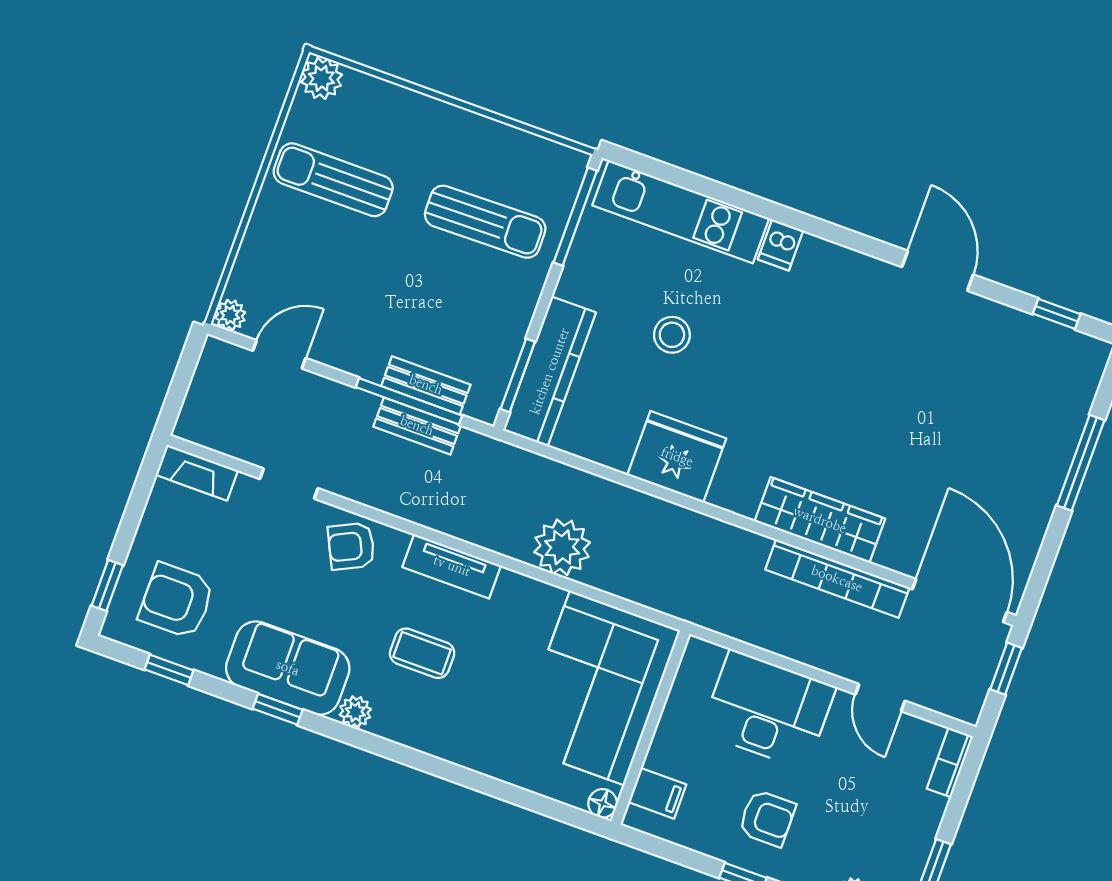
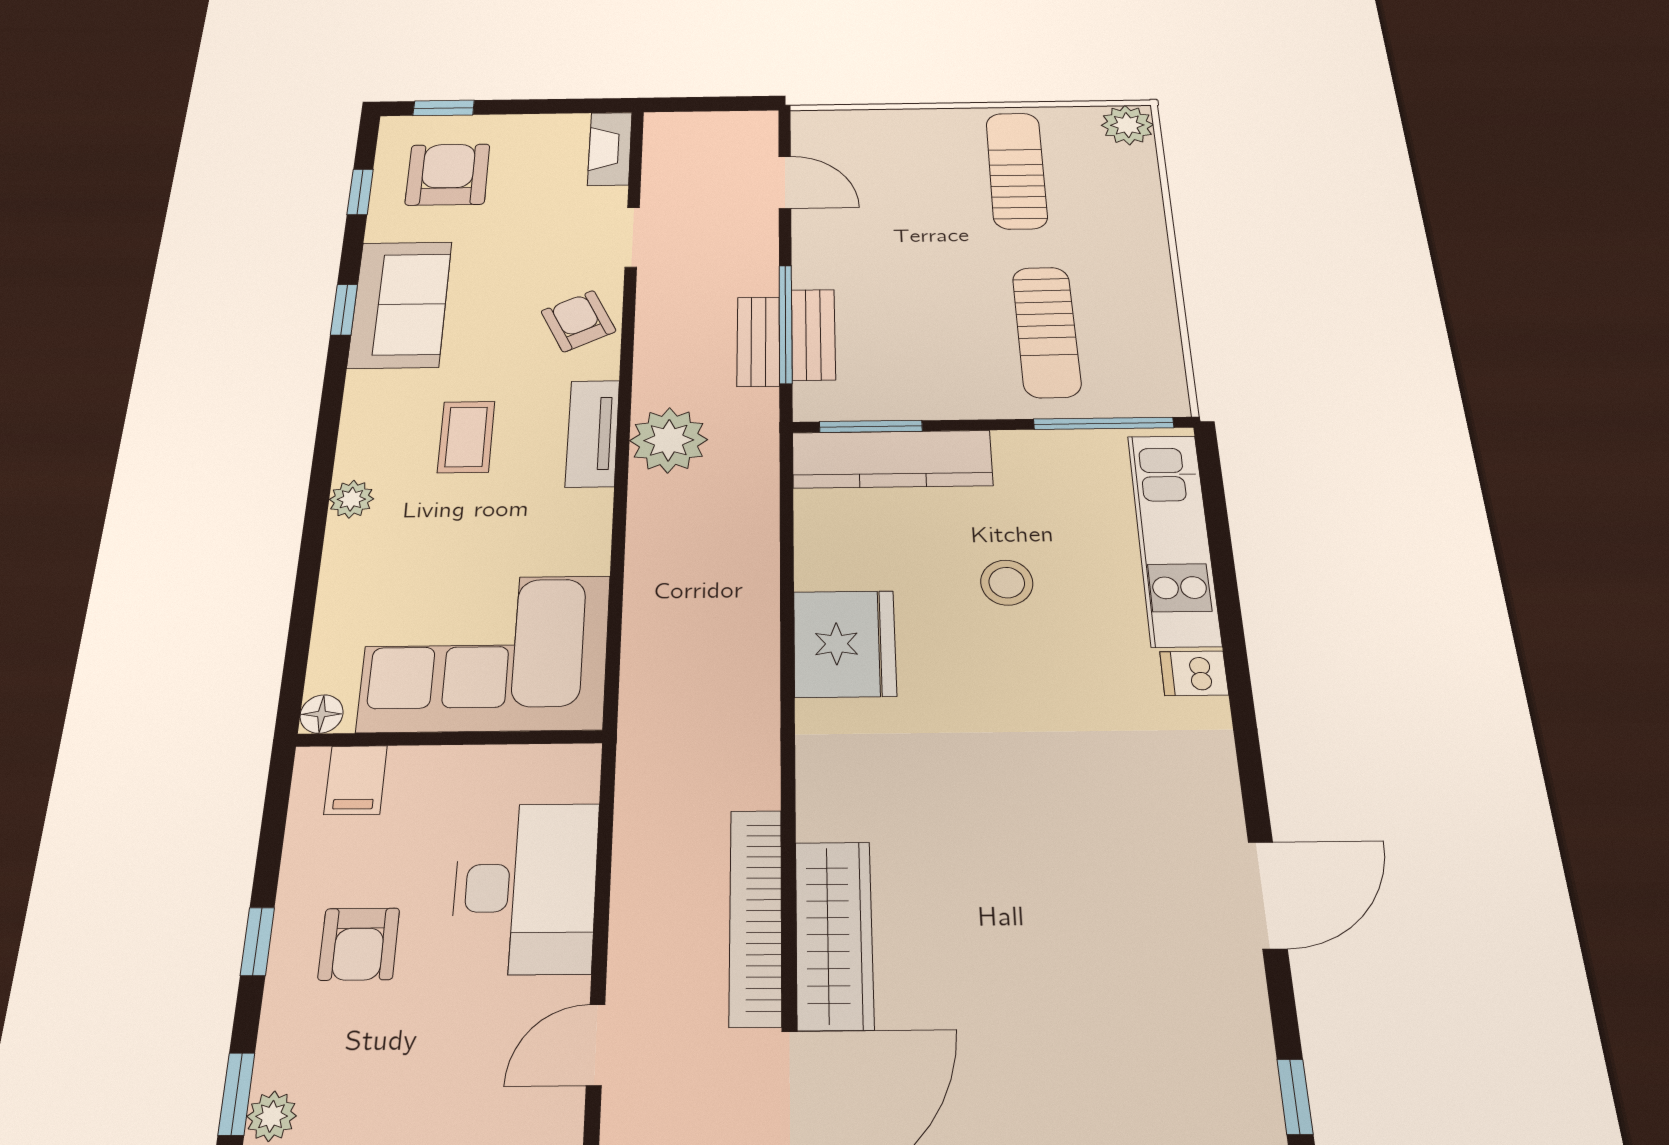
plant: (230, 315) -> (810, 124), removed
wardrobe: (820, 520) -> (834, 934), moved
plant: (562, 547) -> (669, 440), moved
plant: (355, 712) -> (351, 499), moved

